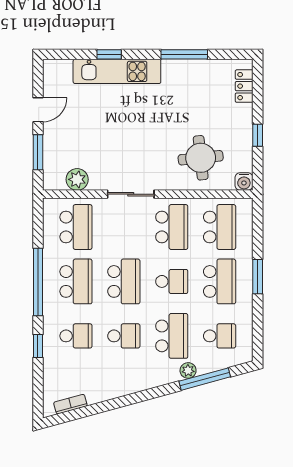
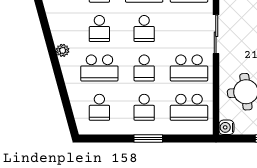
school desk: (124, 281) -> (144, 29), width x0.54
school desk: (220, 281) -> (144, 107), width x0.54
plant: (188, 370) -> (63, 50), moved
window: (205, 379) -> (64, 95), removed

